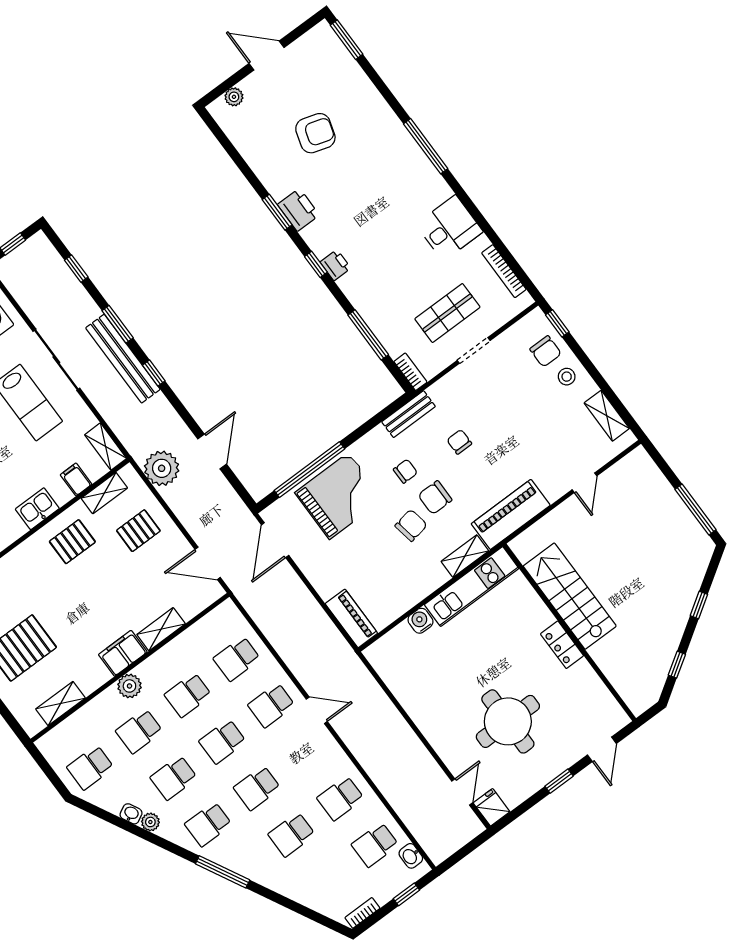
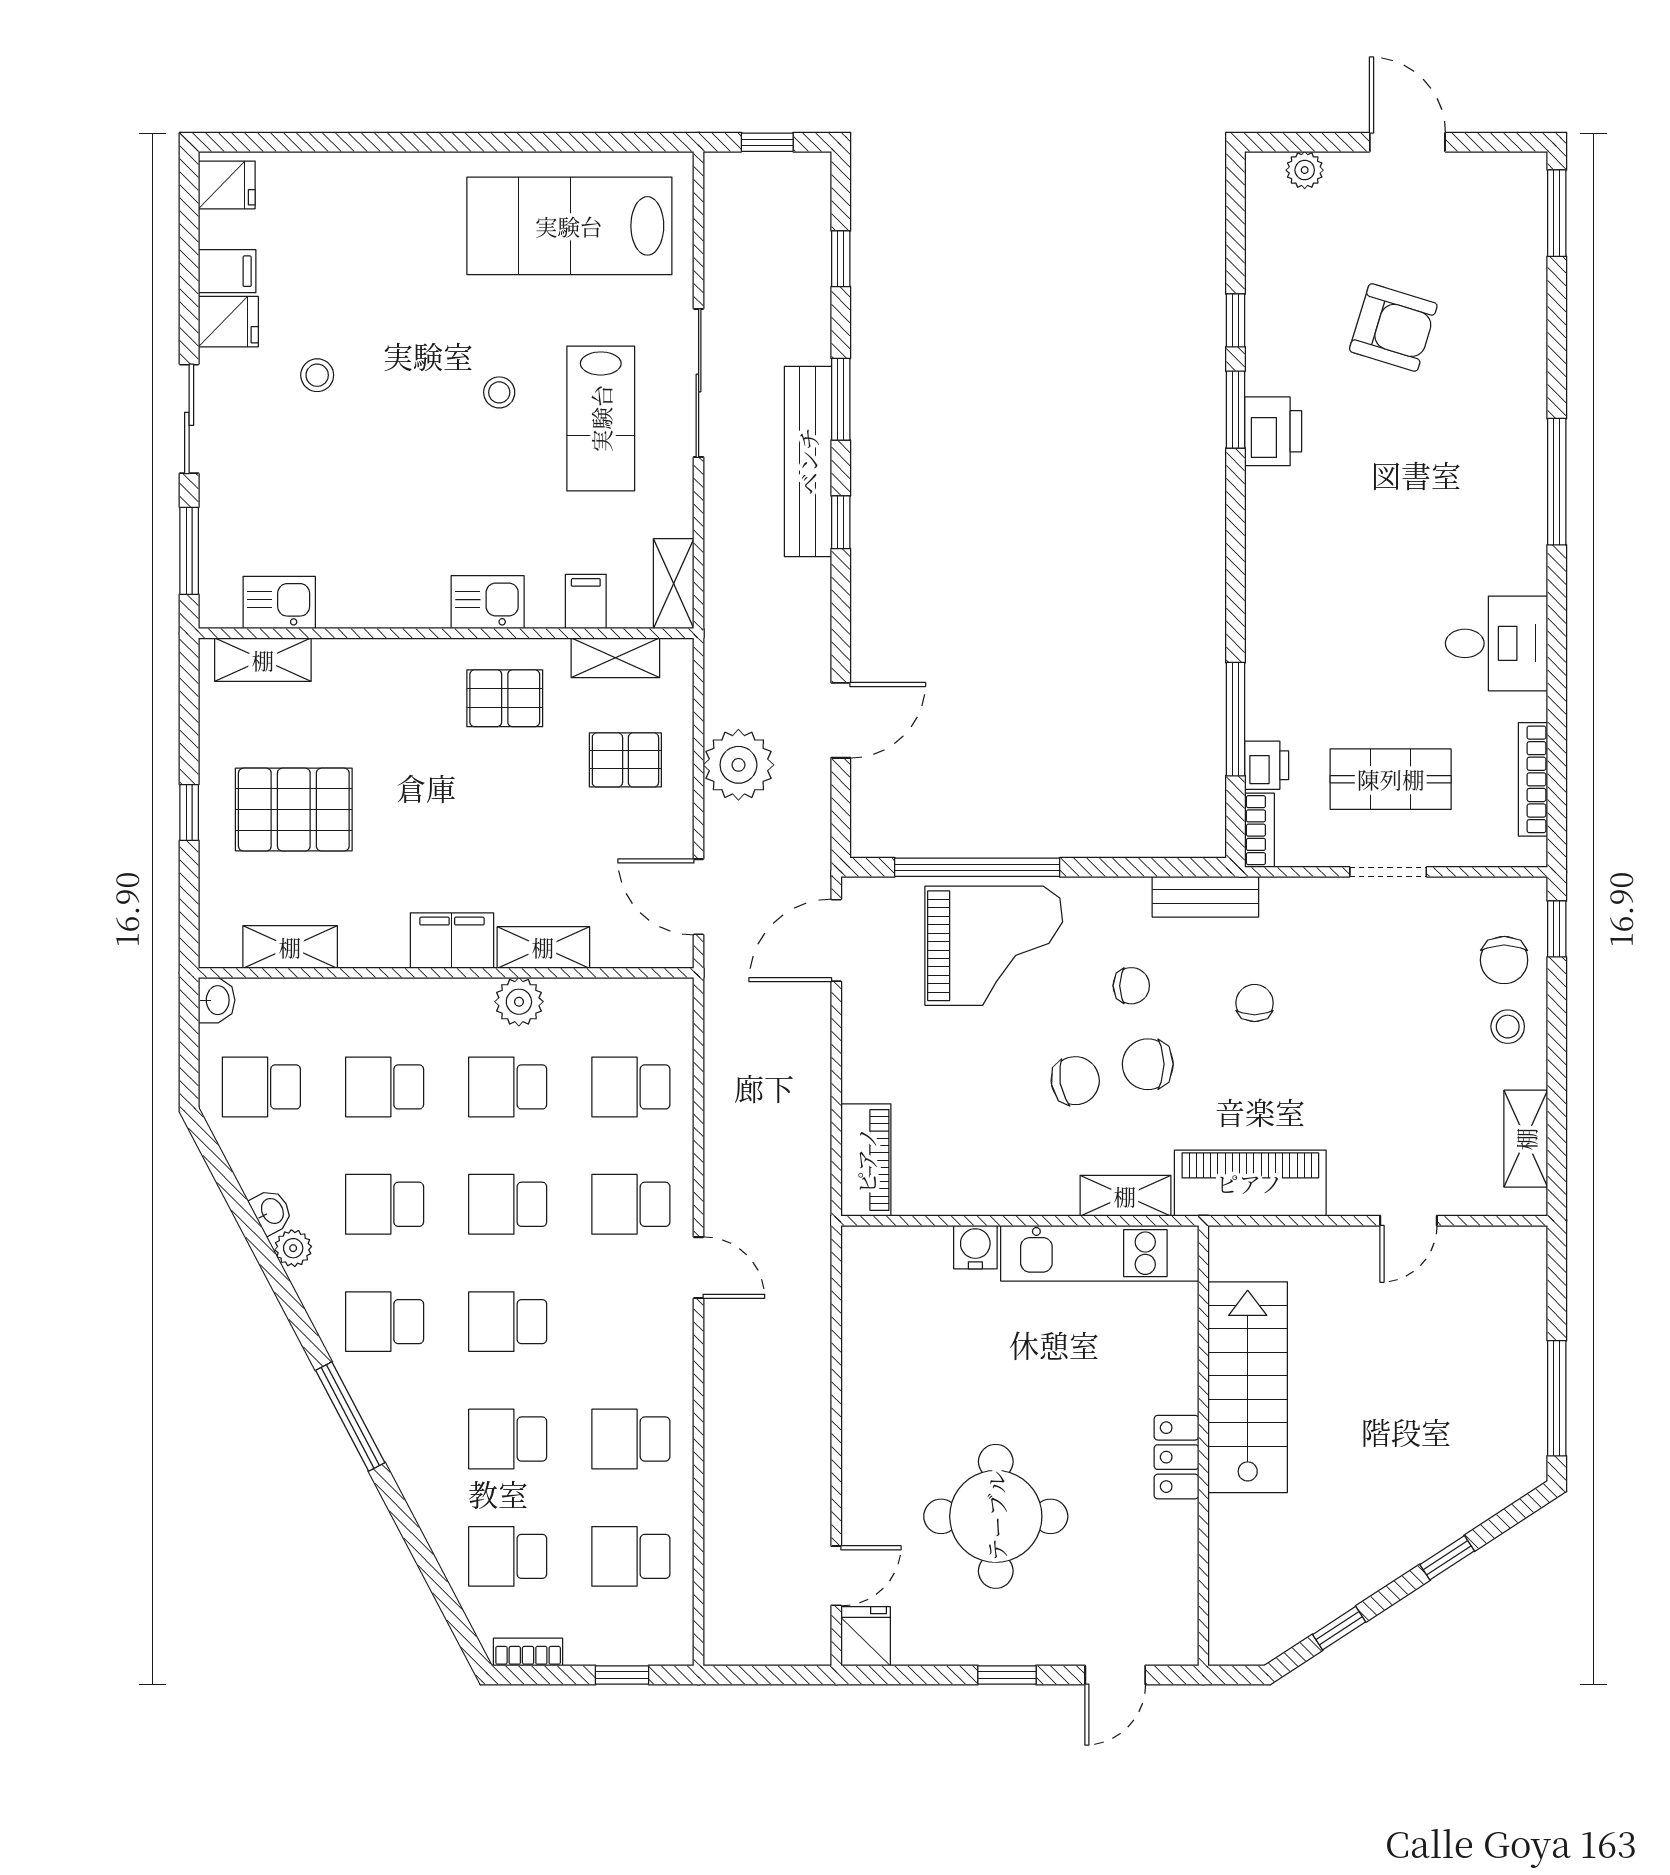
window: (316, 264) -> (1235, 320), moved
printer: (335, 265) -> (1267, 765), moved
plant: (162, 468) -> (738, 765), moved
plant: (129, 686) -> (519, 1002), moved
washbasin: (411, 856) -> (217, 1000), moved, turned 180
school desk: (326, 881) -> (508, 1556), added

